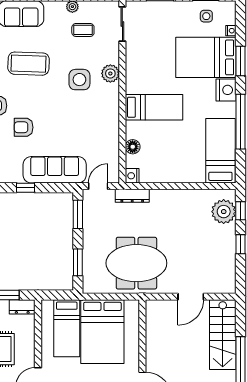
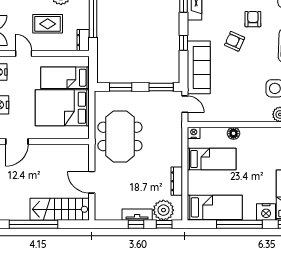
bed: (154, 107) -> (212, 159), moved, turned -90
armchair: (24, 127) -> (235, 41), turned -66
floor lamp: (133, 147) -> (233, 133), moved
dresser: (132, 196) -> (177, 181), moved
tv unit: (229, 243) -> (137, 215), added

